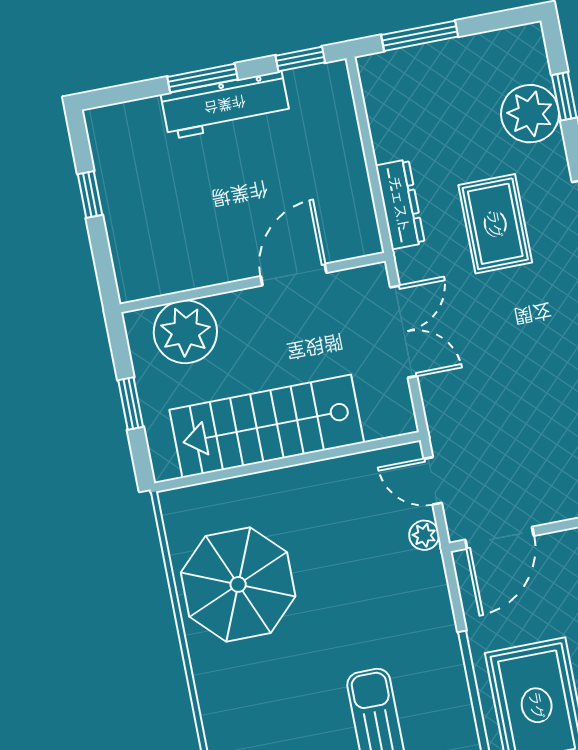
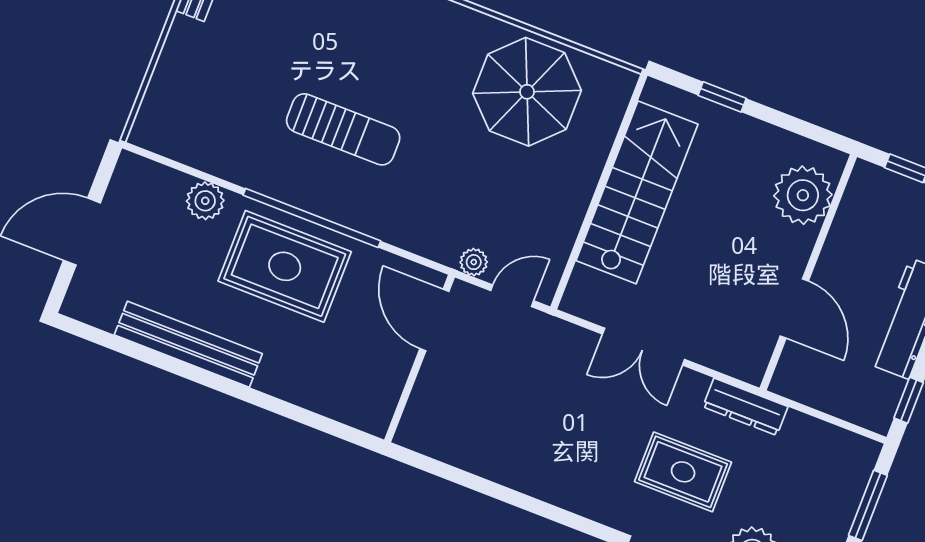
door: (294, 275) -> (794, 308), moved
wall: (253, 283) -> (808, 272), moved
plant: (185, 332) -> (803, 195), moved

